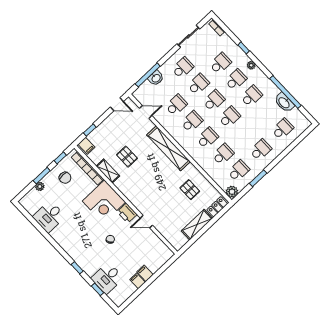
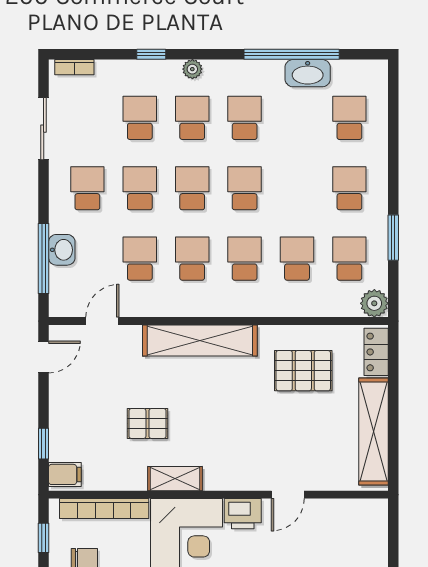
shelving: (108, 171) -> (175, 479), moved
pallet: (190, 190) -> (303, 371), width x1.50, depth x1.42
shelving: (197, 225) -> (373, 432), width x1.47

